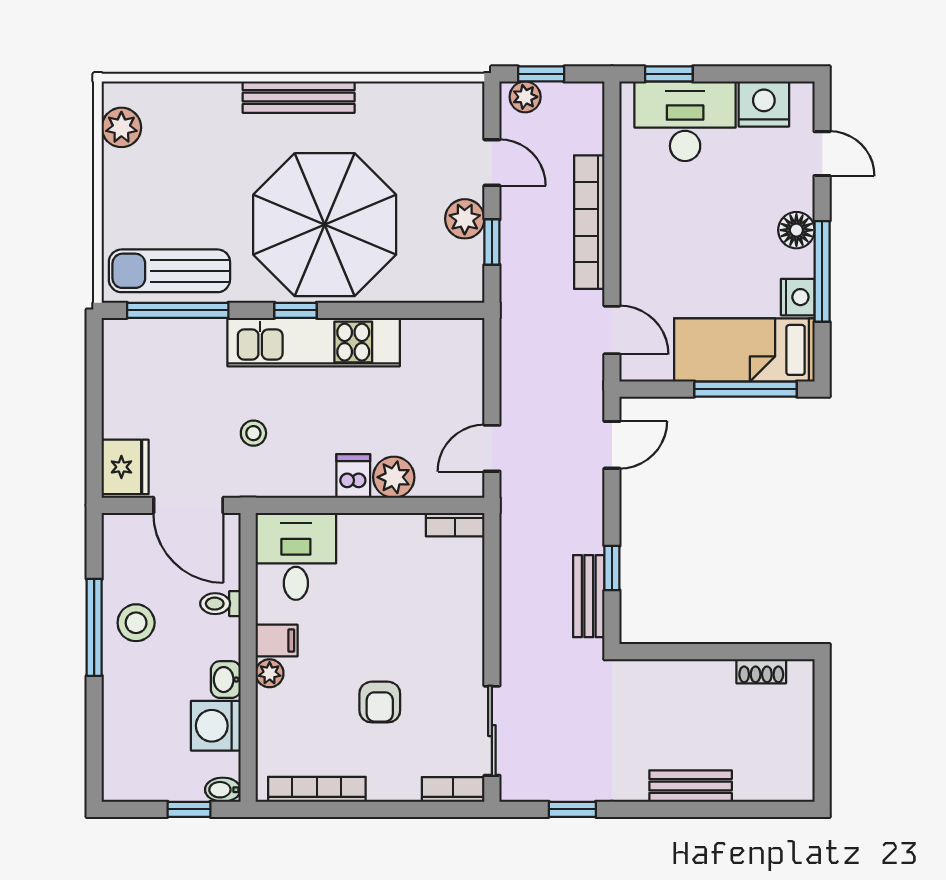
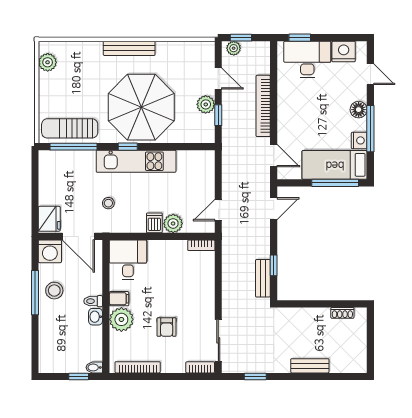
toilet: (220, 604) -> (93, 301), moved
plant: (270, 673) -> (121, 319), width x1.88, depth x1.88
washing machine: (216, 726) -> (50, 251), moved, turned -90

